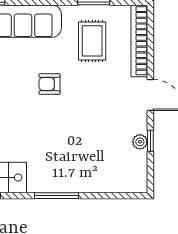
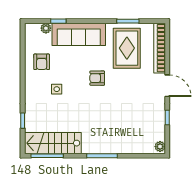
rug: (92, 41) -> (127, 48), width x1.36, depth x1.43
plant: (140, 142) -> (160, 147), moved

